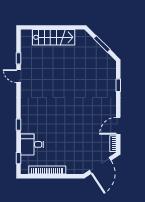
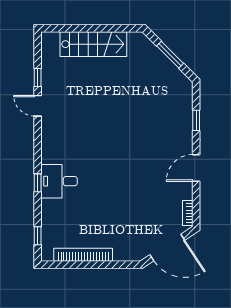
door: (118, 126) -> (196, 168), moved
desk: (32, 144) -> (59, 181), moved
door: (100, 165) -> (167, 247), hinge flipped

